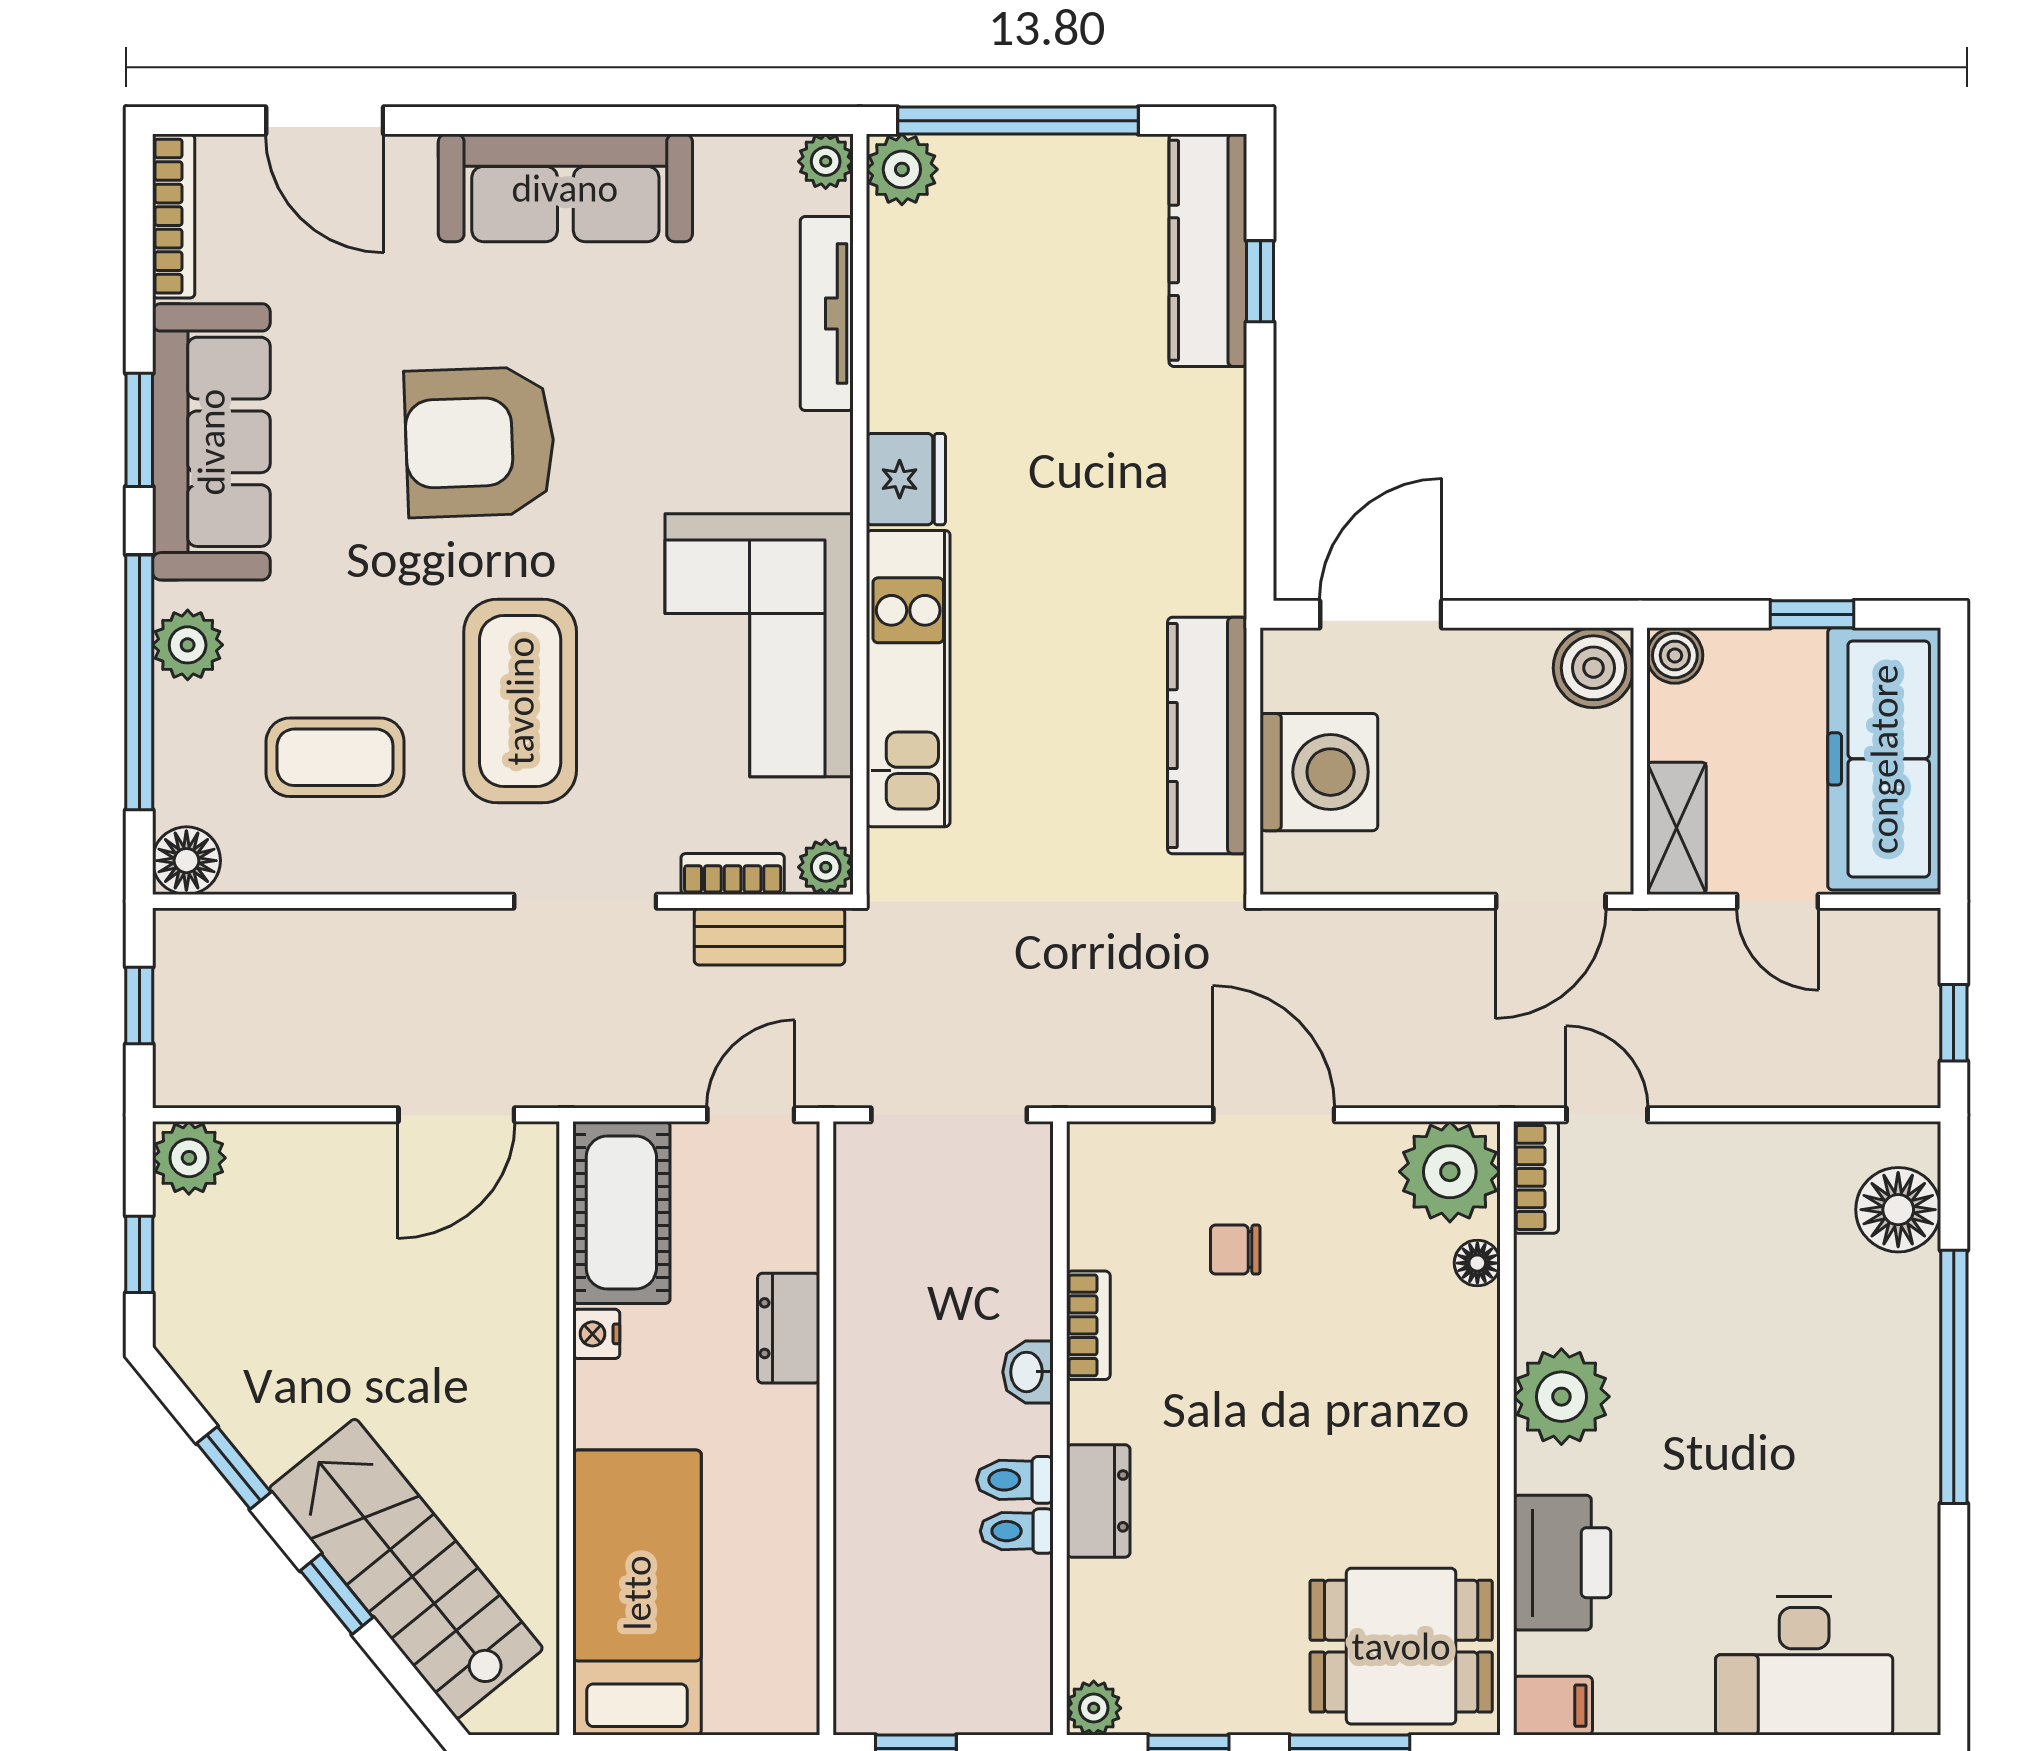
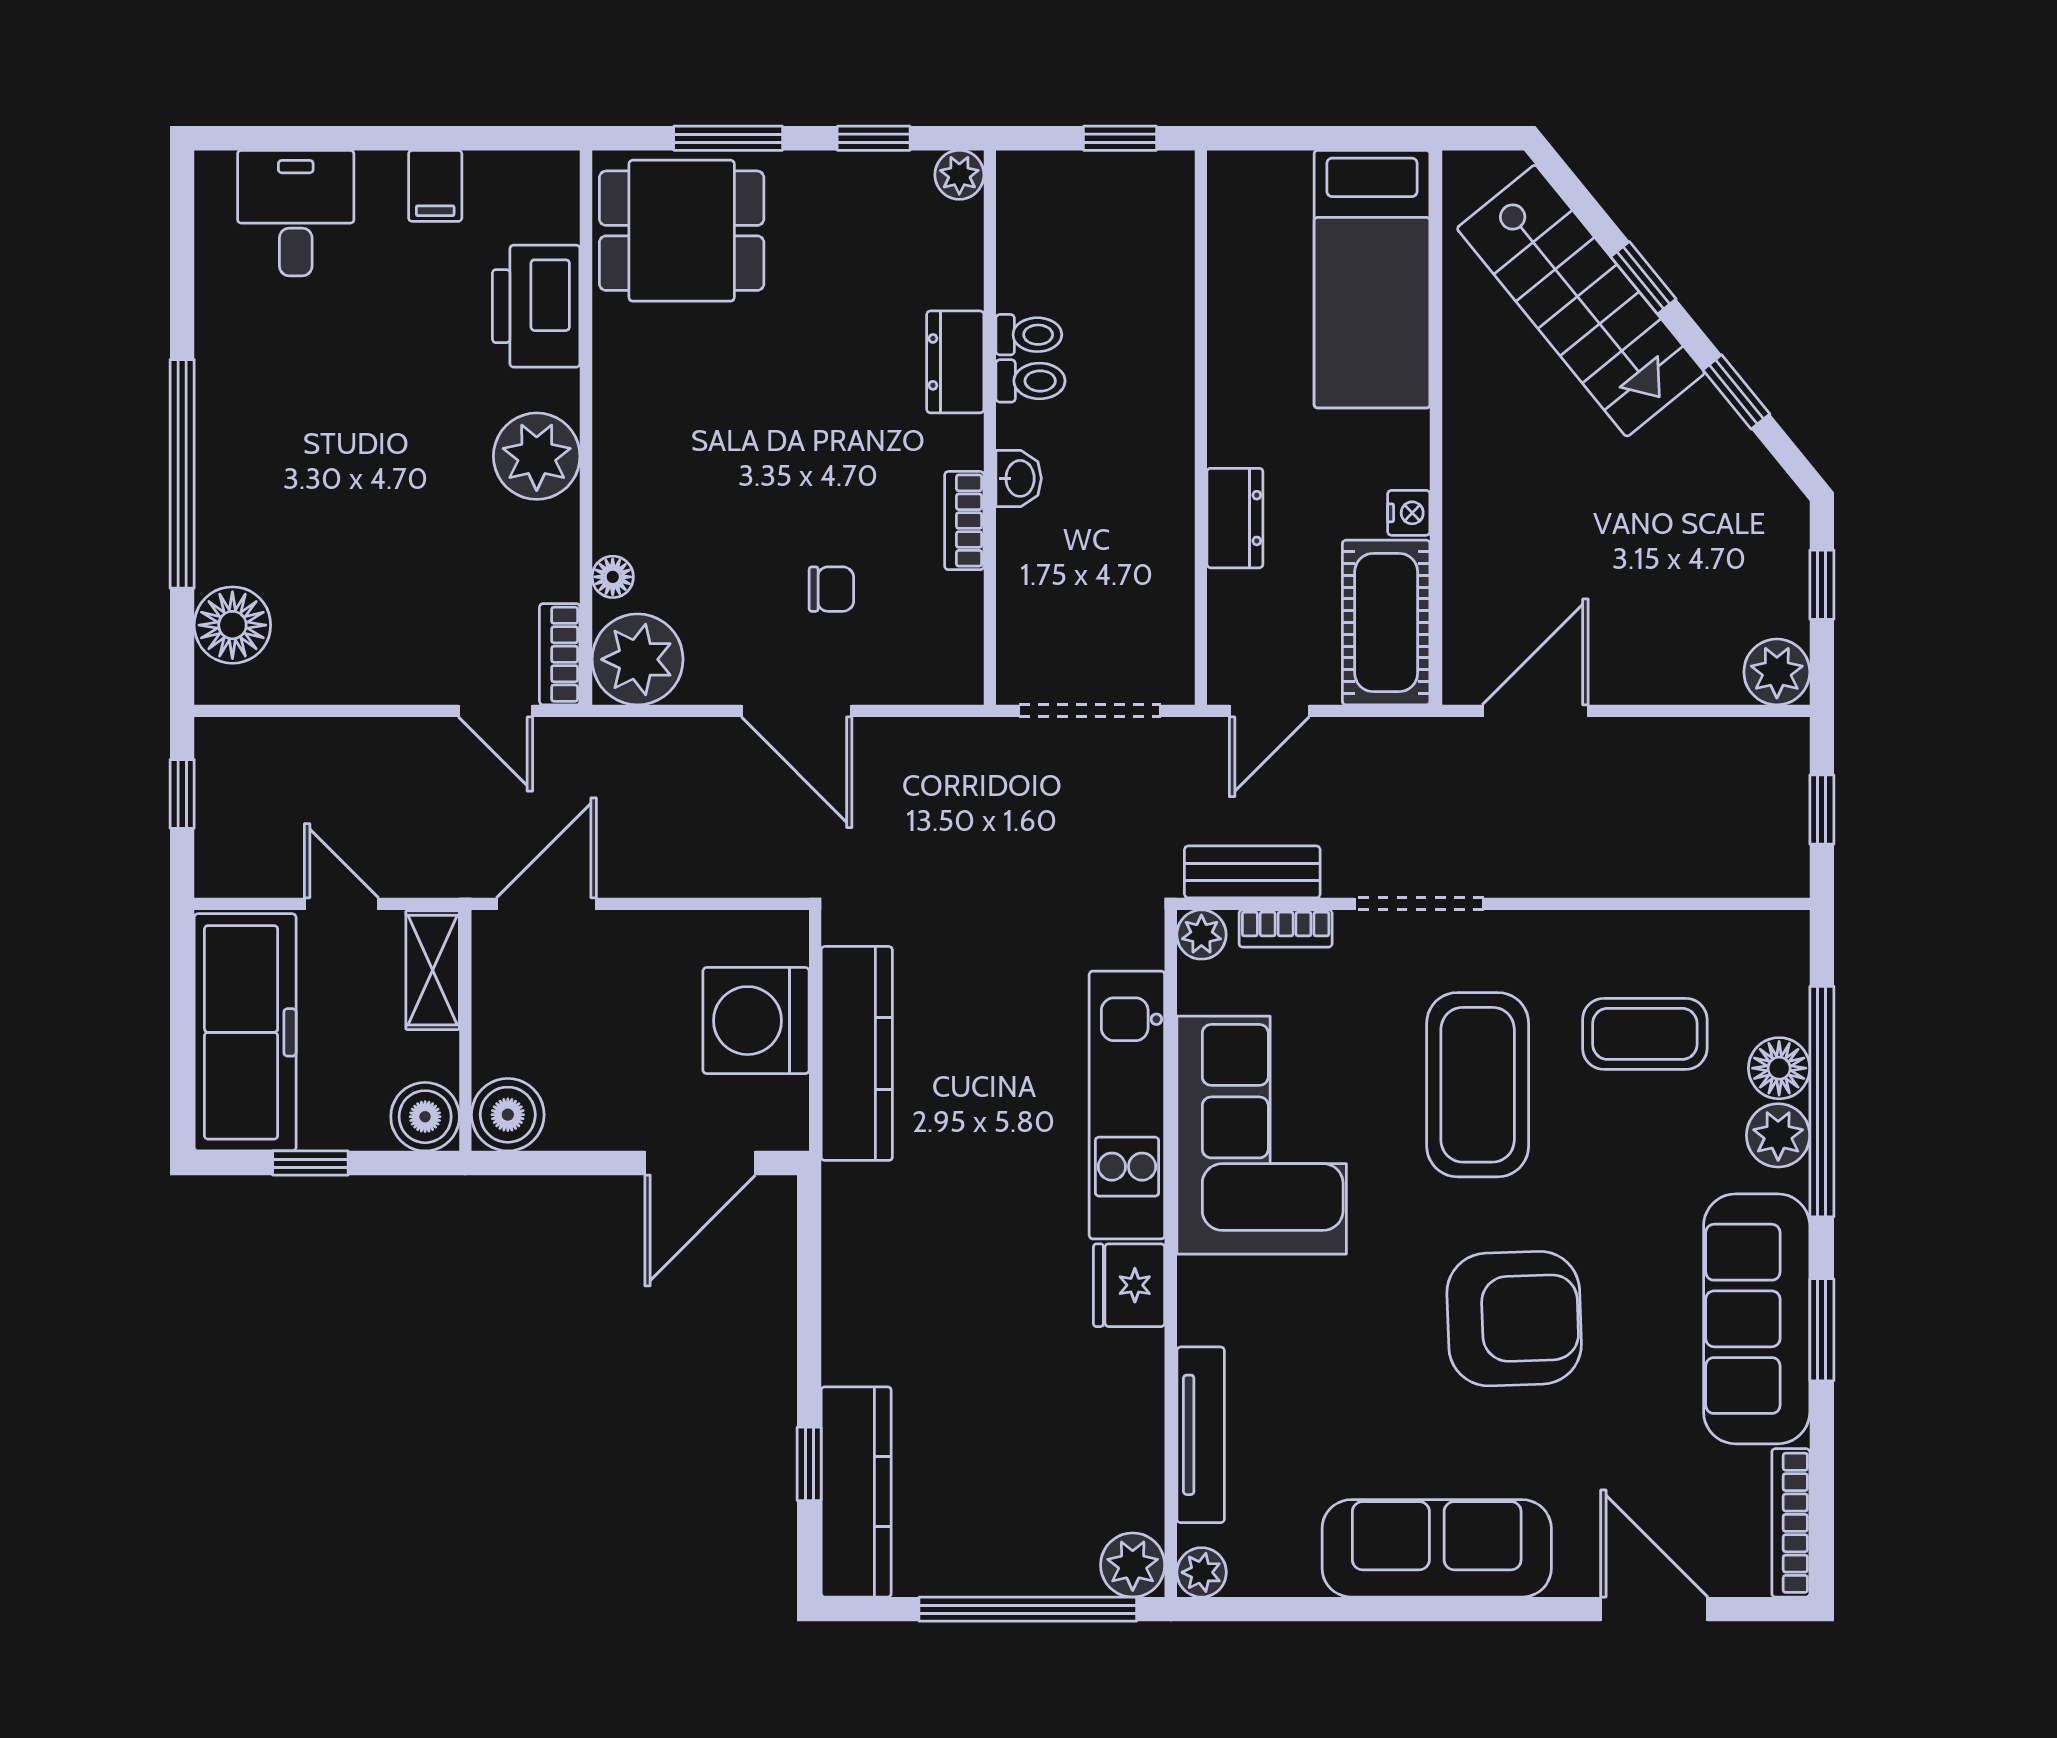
boiler: (1675, 655) -> (425, 1117), width x1.36, depth x1.36
floor lamp: (186, 861) -> (1779, 1068), moved
desk: (1804, 1666) -> (296, 213), width x0.73
filing cabinet: (1553, 1706) -> (435, 186), moved, turned -90

